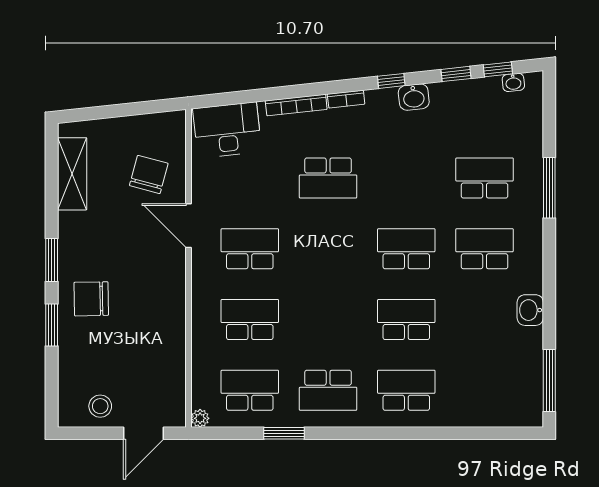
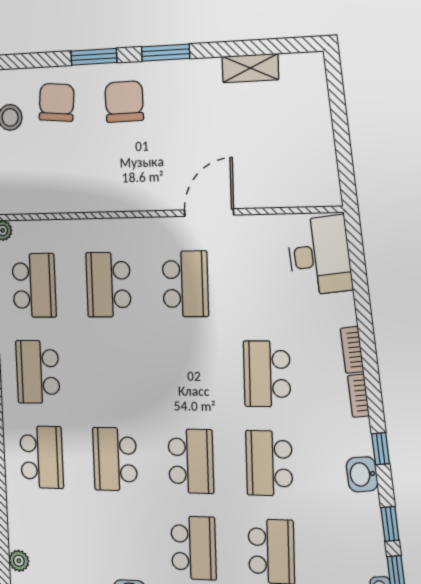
bookcase: (296, 105) -> (352, 350), width x0.64
shelving: (72, 174) -> (250, 68), width x0.67, depth x0.75
chair: (149, 174) -> (57, 102), moved, turned -100
school desk: (406, 178) -> (269, 463), added
school desk: (250, 319) -> (108, 285), turned 180
school desk: (406, 319) -> (115, 459), turned 180
plant: (504, 417) -> (19, 561), added

